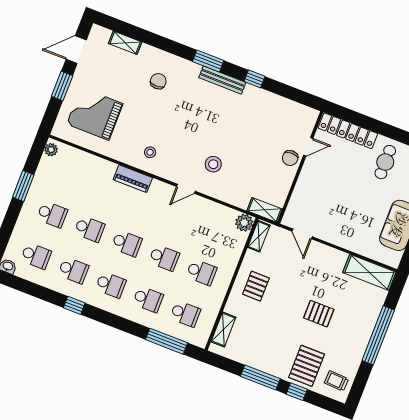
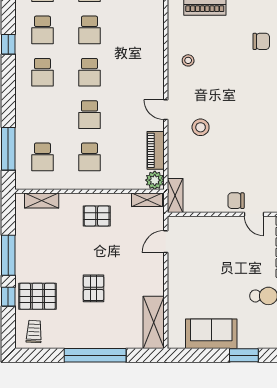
piano: (133, 179) -> (156, 150), moved
school desk: (148, 299) -> (42, 115), removed

